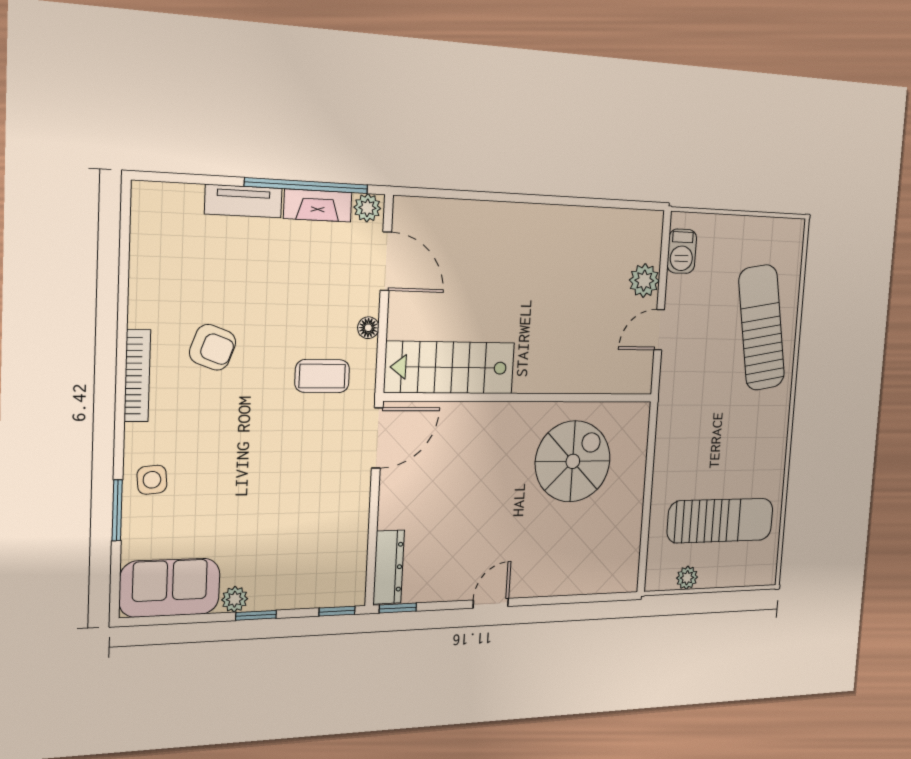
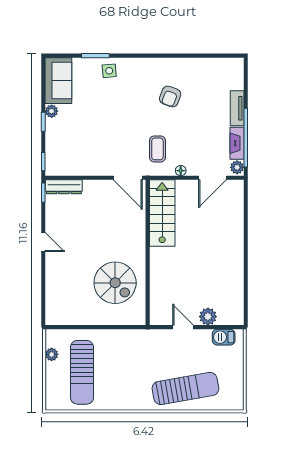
bookcase: (137, 376) -> (157, 63), removed

